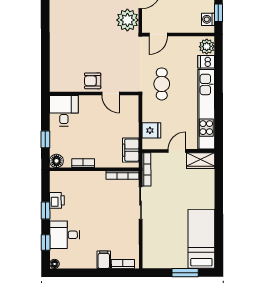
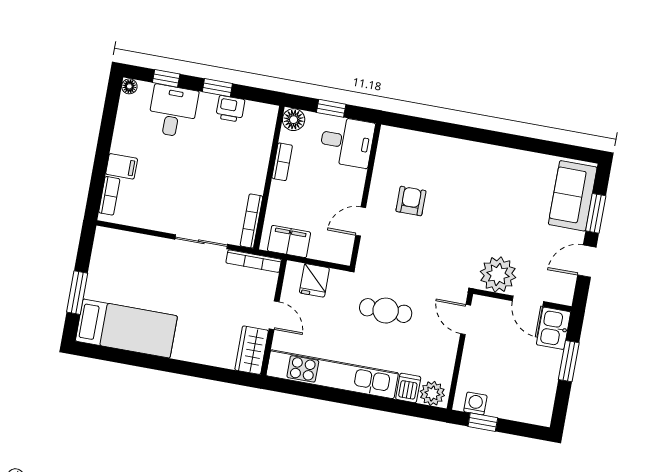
wall: (94, 94) -> (365, 195), moved
door: (111, 94) -> (361, 221), moved
desk: (64, 111) -> (347, 142), moved

